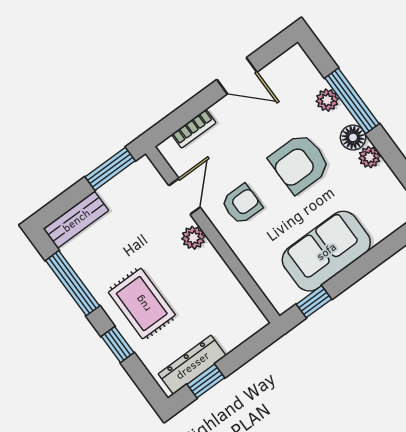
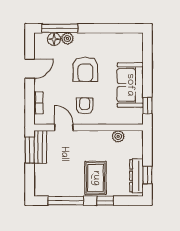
window: (352, 101) -> (60, 28), moved
floor lamp: (353, 137) -> (54, 39), moved
plant: (370, 157) -> (104, 38), removed
bench: (76, 220) -> (40, 147), moved
plant: (193, 238) -> (118, 136), moved
rug: (142, 304) -> (96, 178), turned 90

